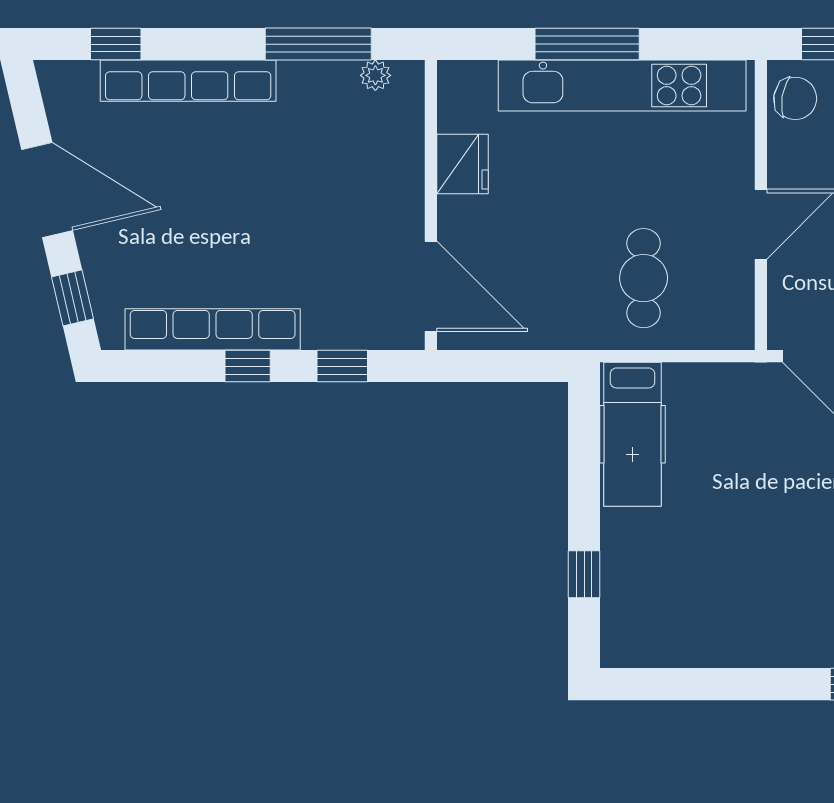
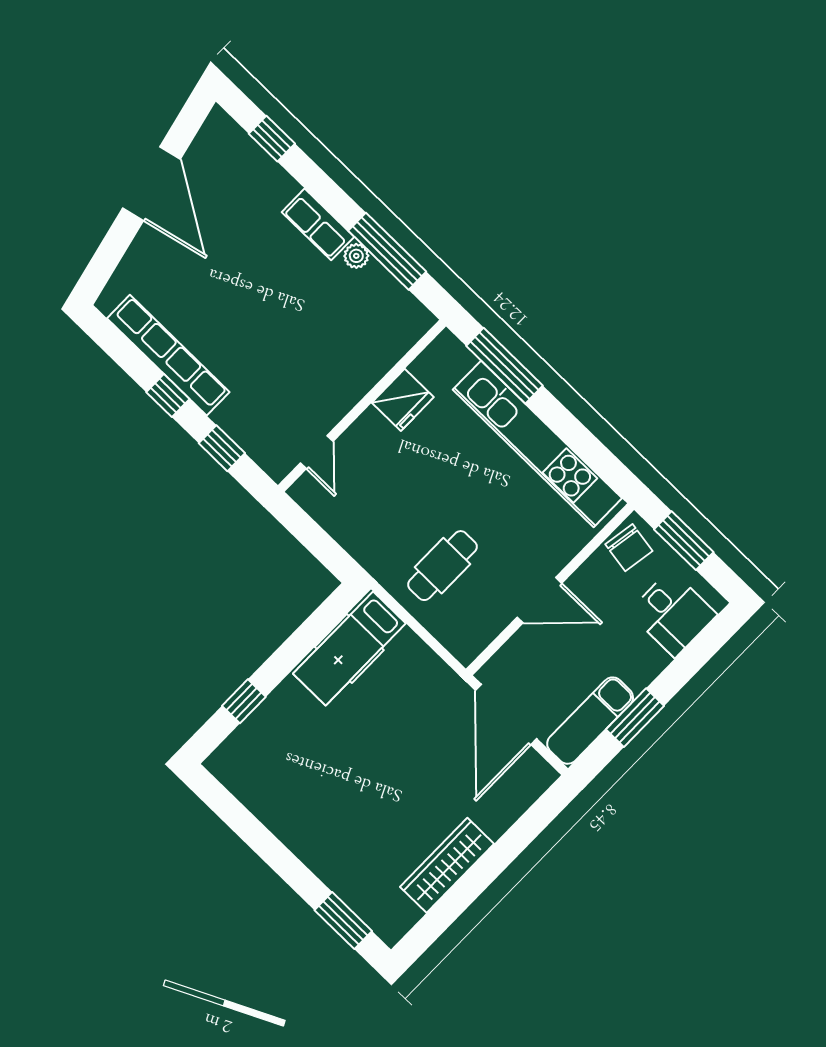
window: (587, 44) -> (504, 366), moved
plant: (375, 75) -> (356, 256), moved
row of seats: (188, 81) -> (318, 224), width x0.50
door: (431, 286) -> (317, 452), width x0.53
window: (73, 298) -> (106, 259), removed

